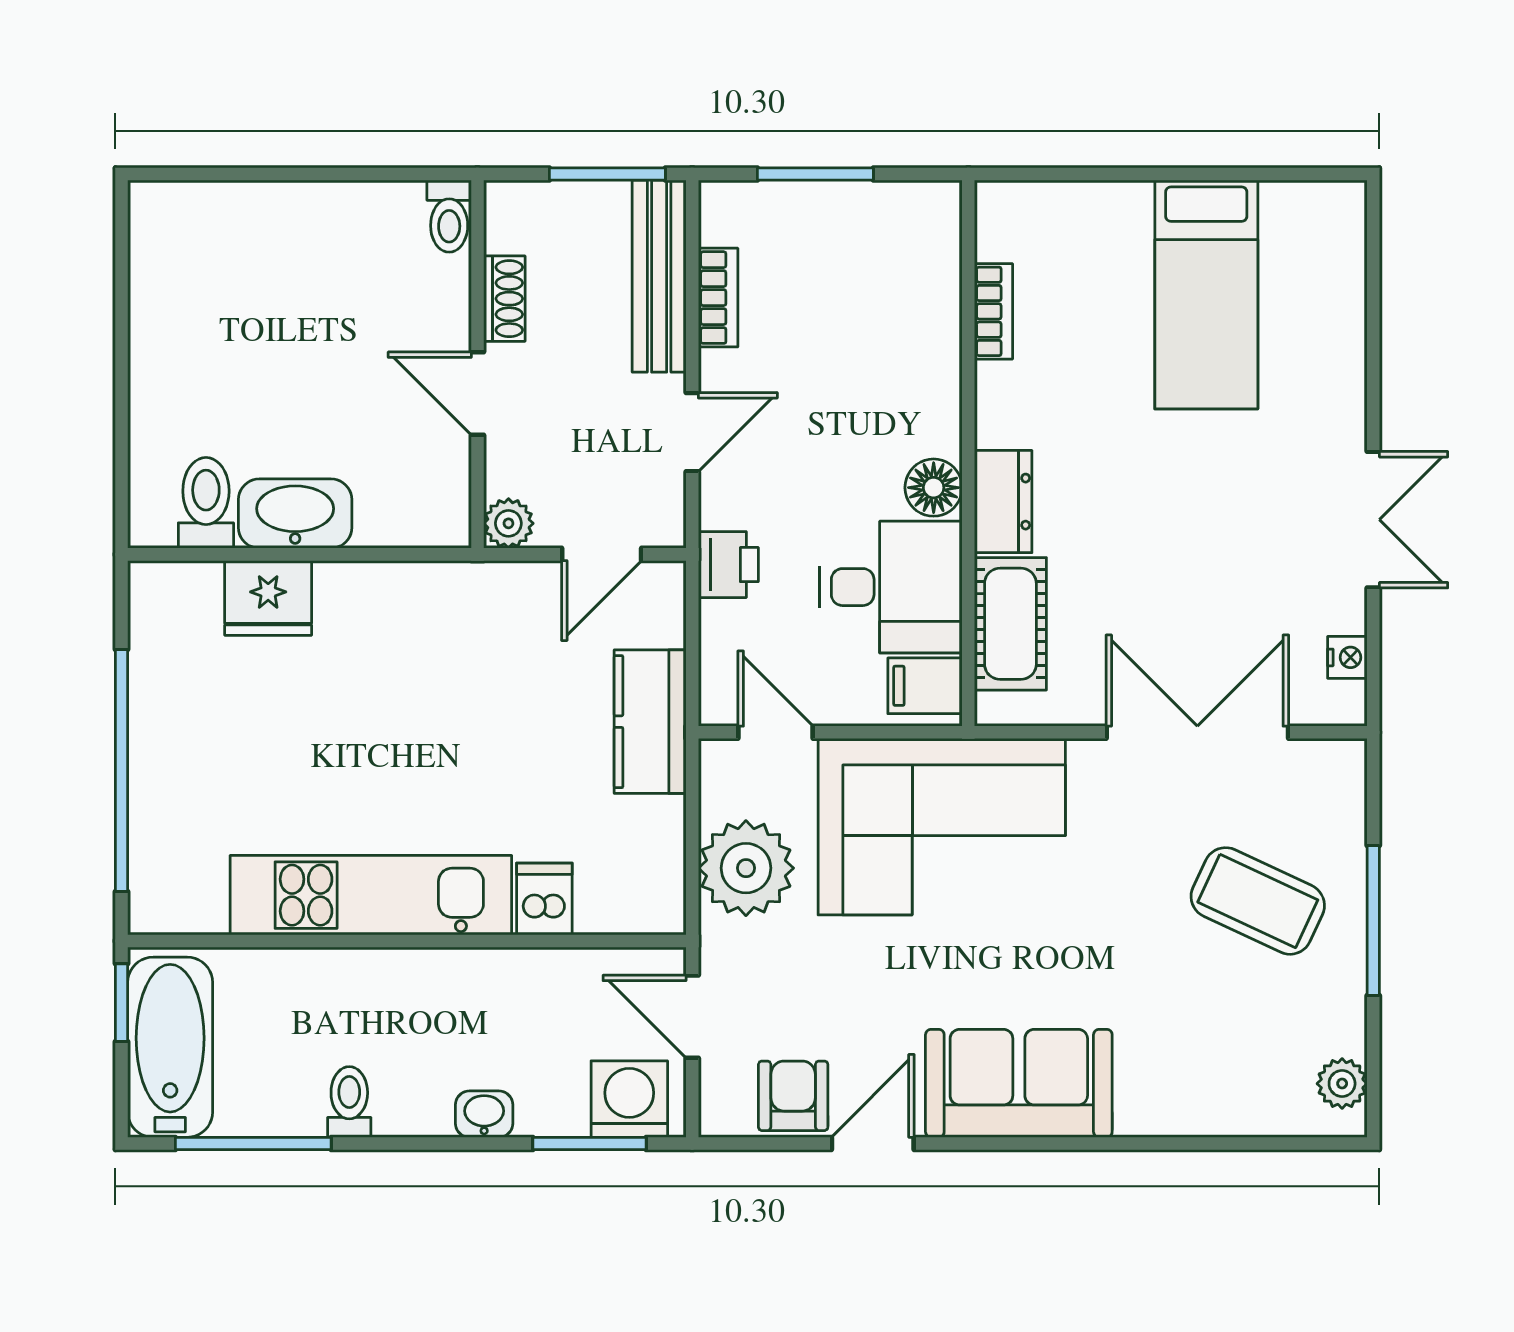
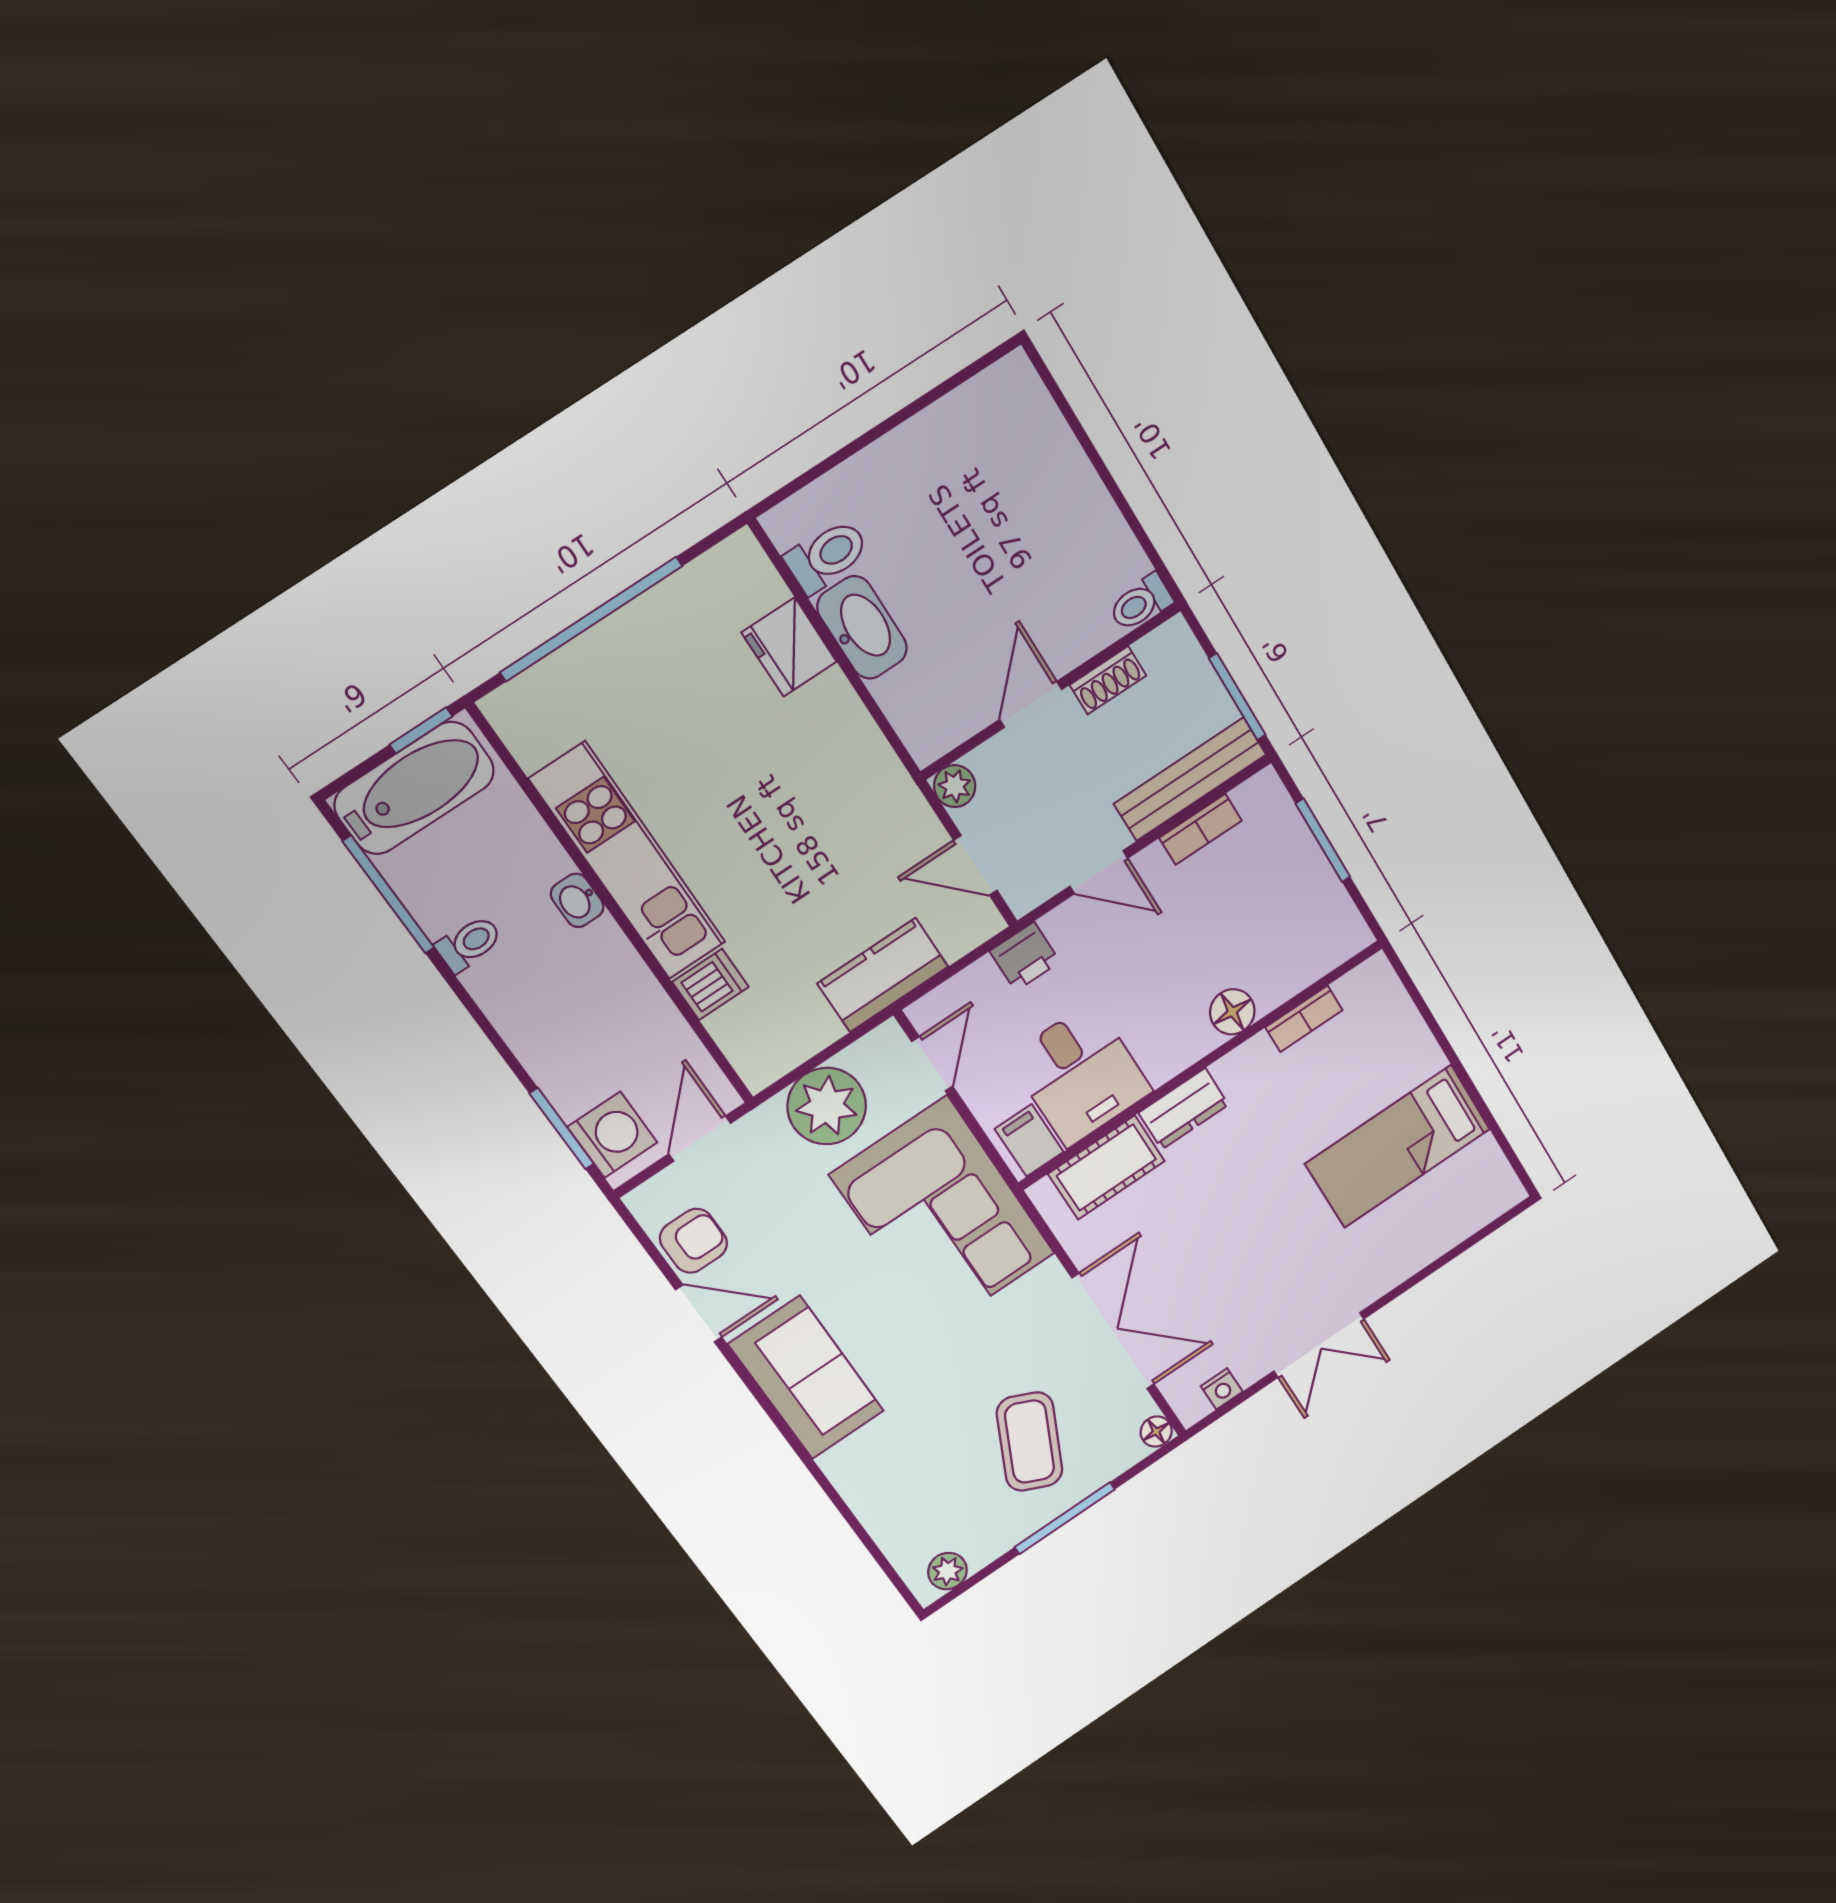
floor lamp: (934, 488) -> (1232, 1012), moved
floor lamp: (1345, 759) -> (1156, 1432), added
washbasin: (484, 1114) -> (577, 900), moved, turned 180

